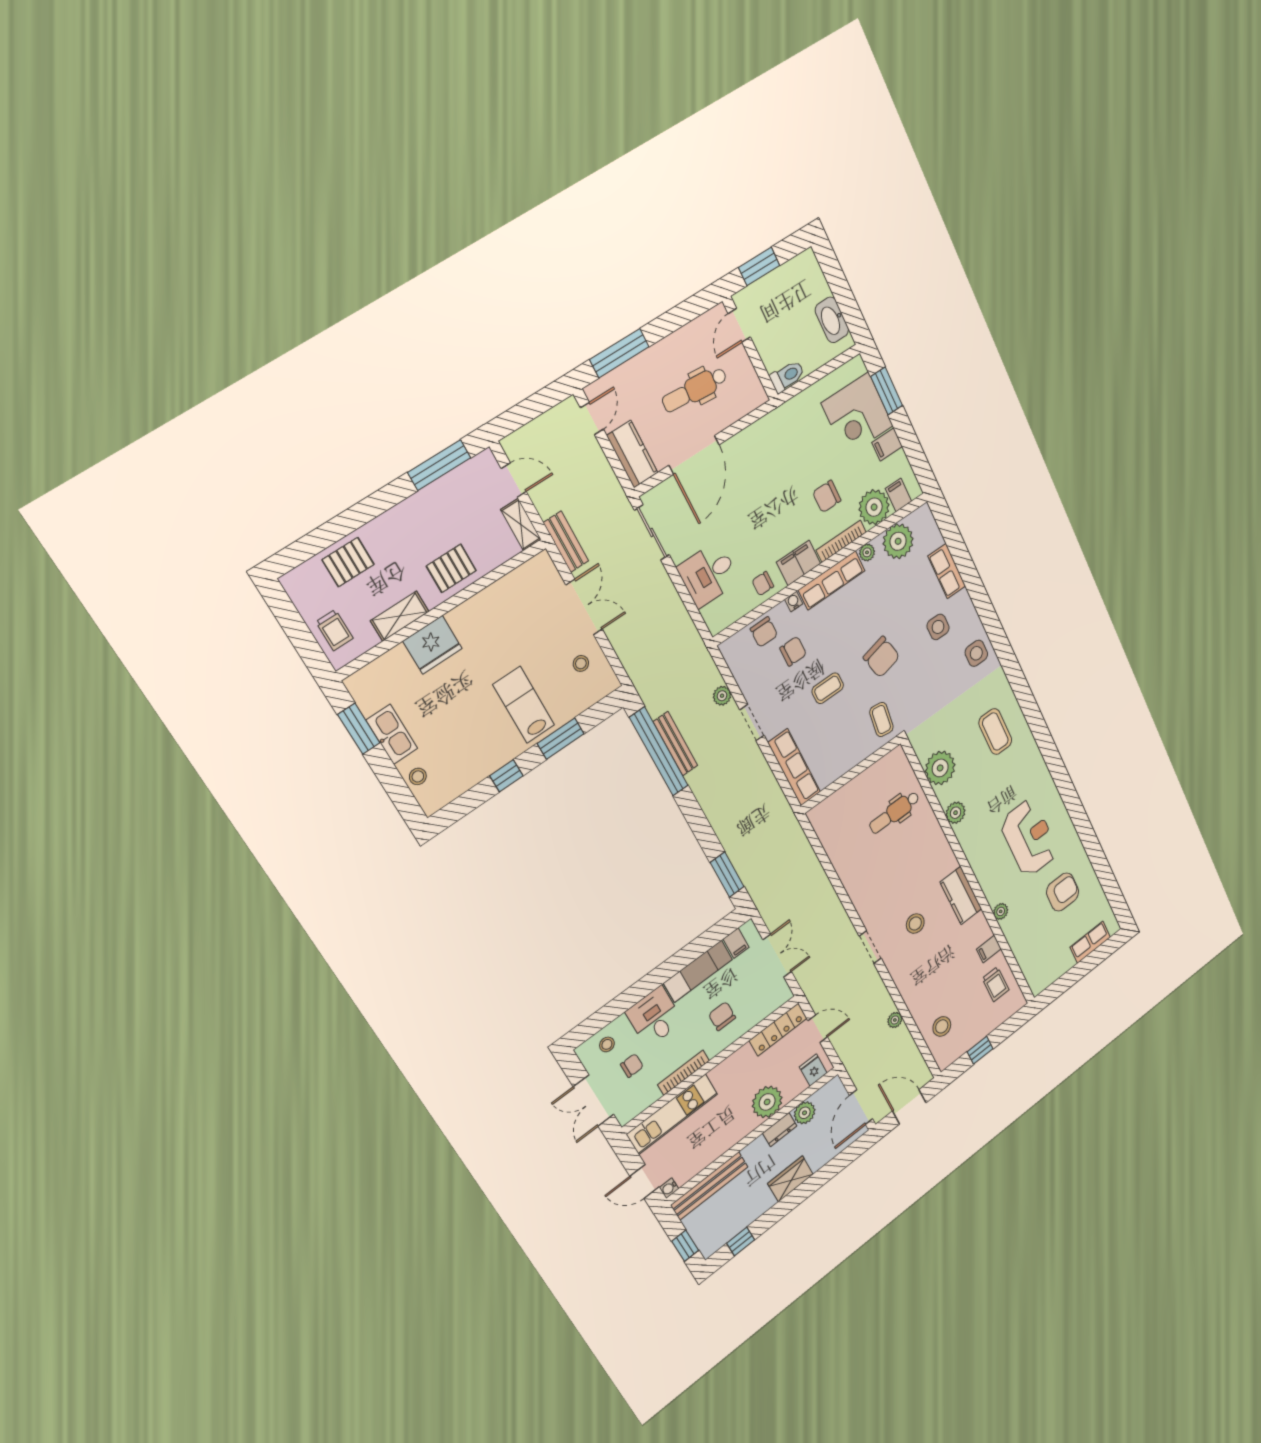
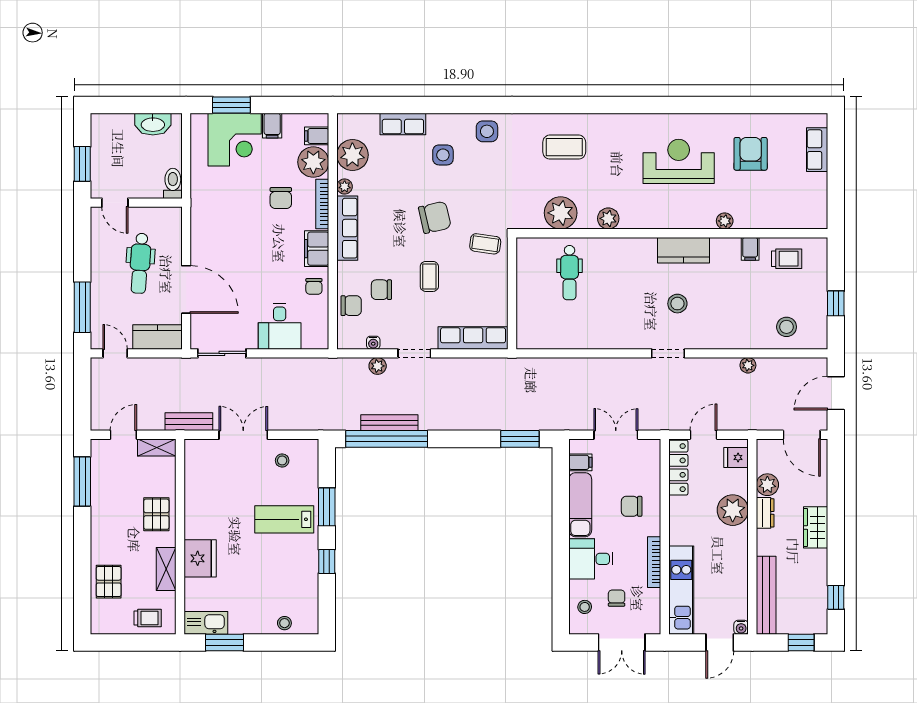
water cooler: (794, 602) -> (373, 343), moved, turned -90
chair: (793, 651) -> (381, 290), turned -90
kitchen sink: (392, 734) -> (206, 623), moved

